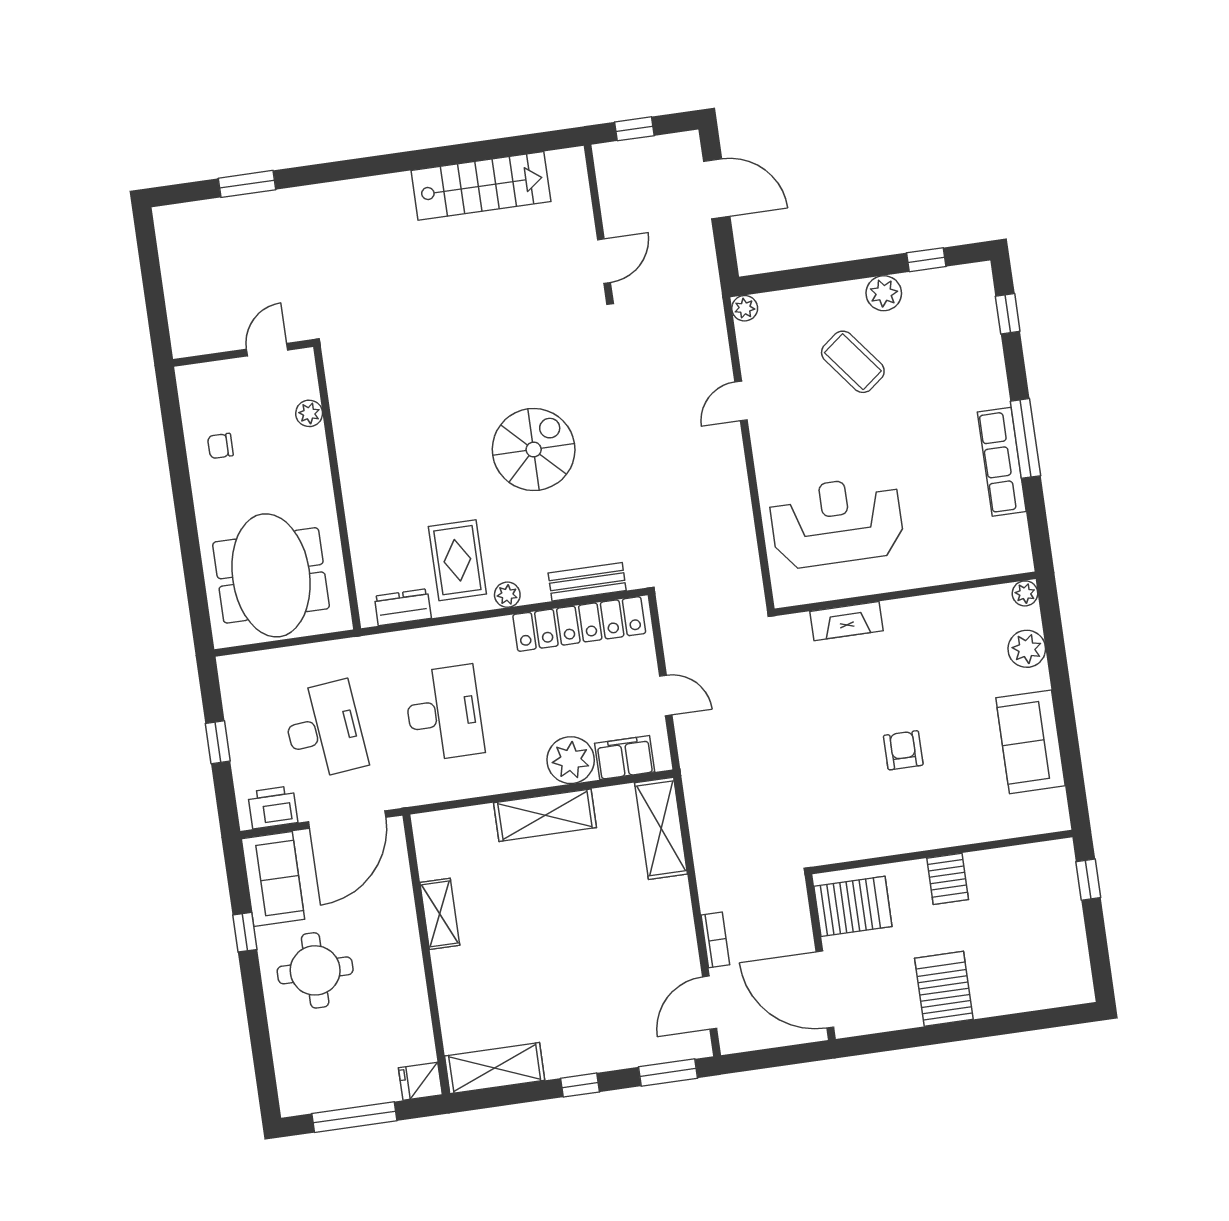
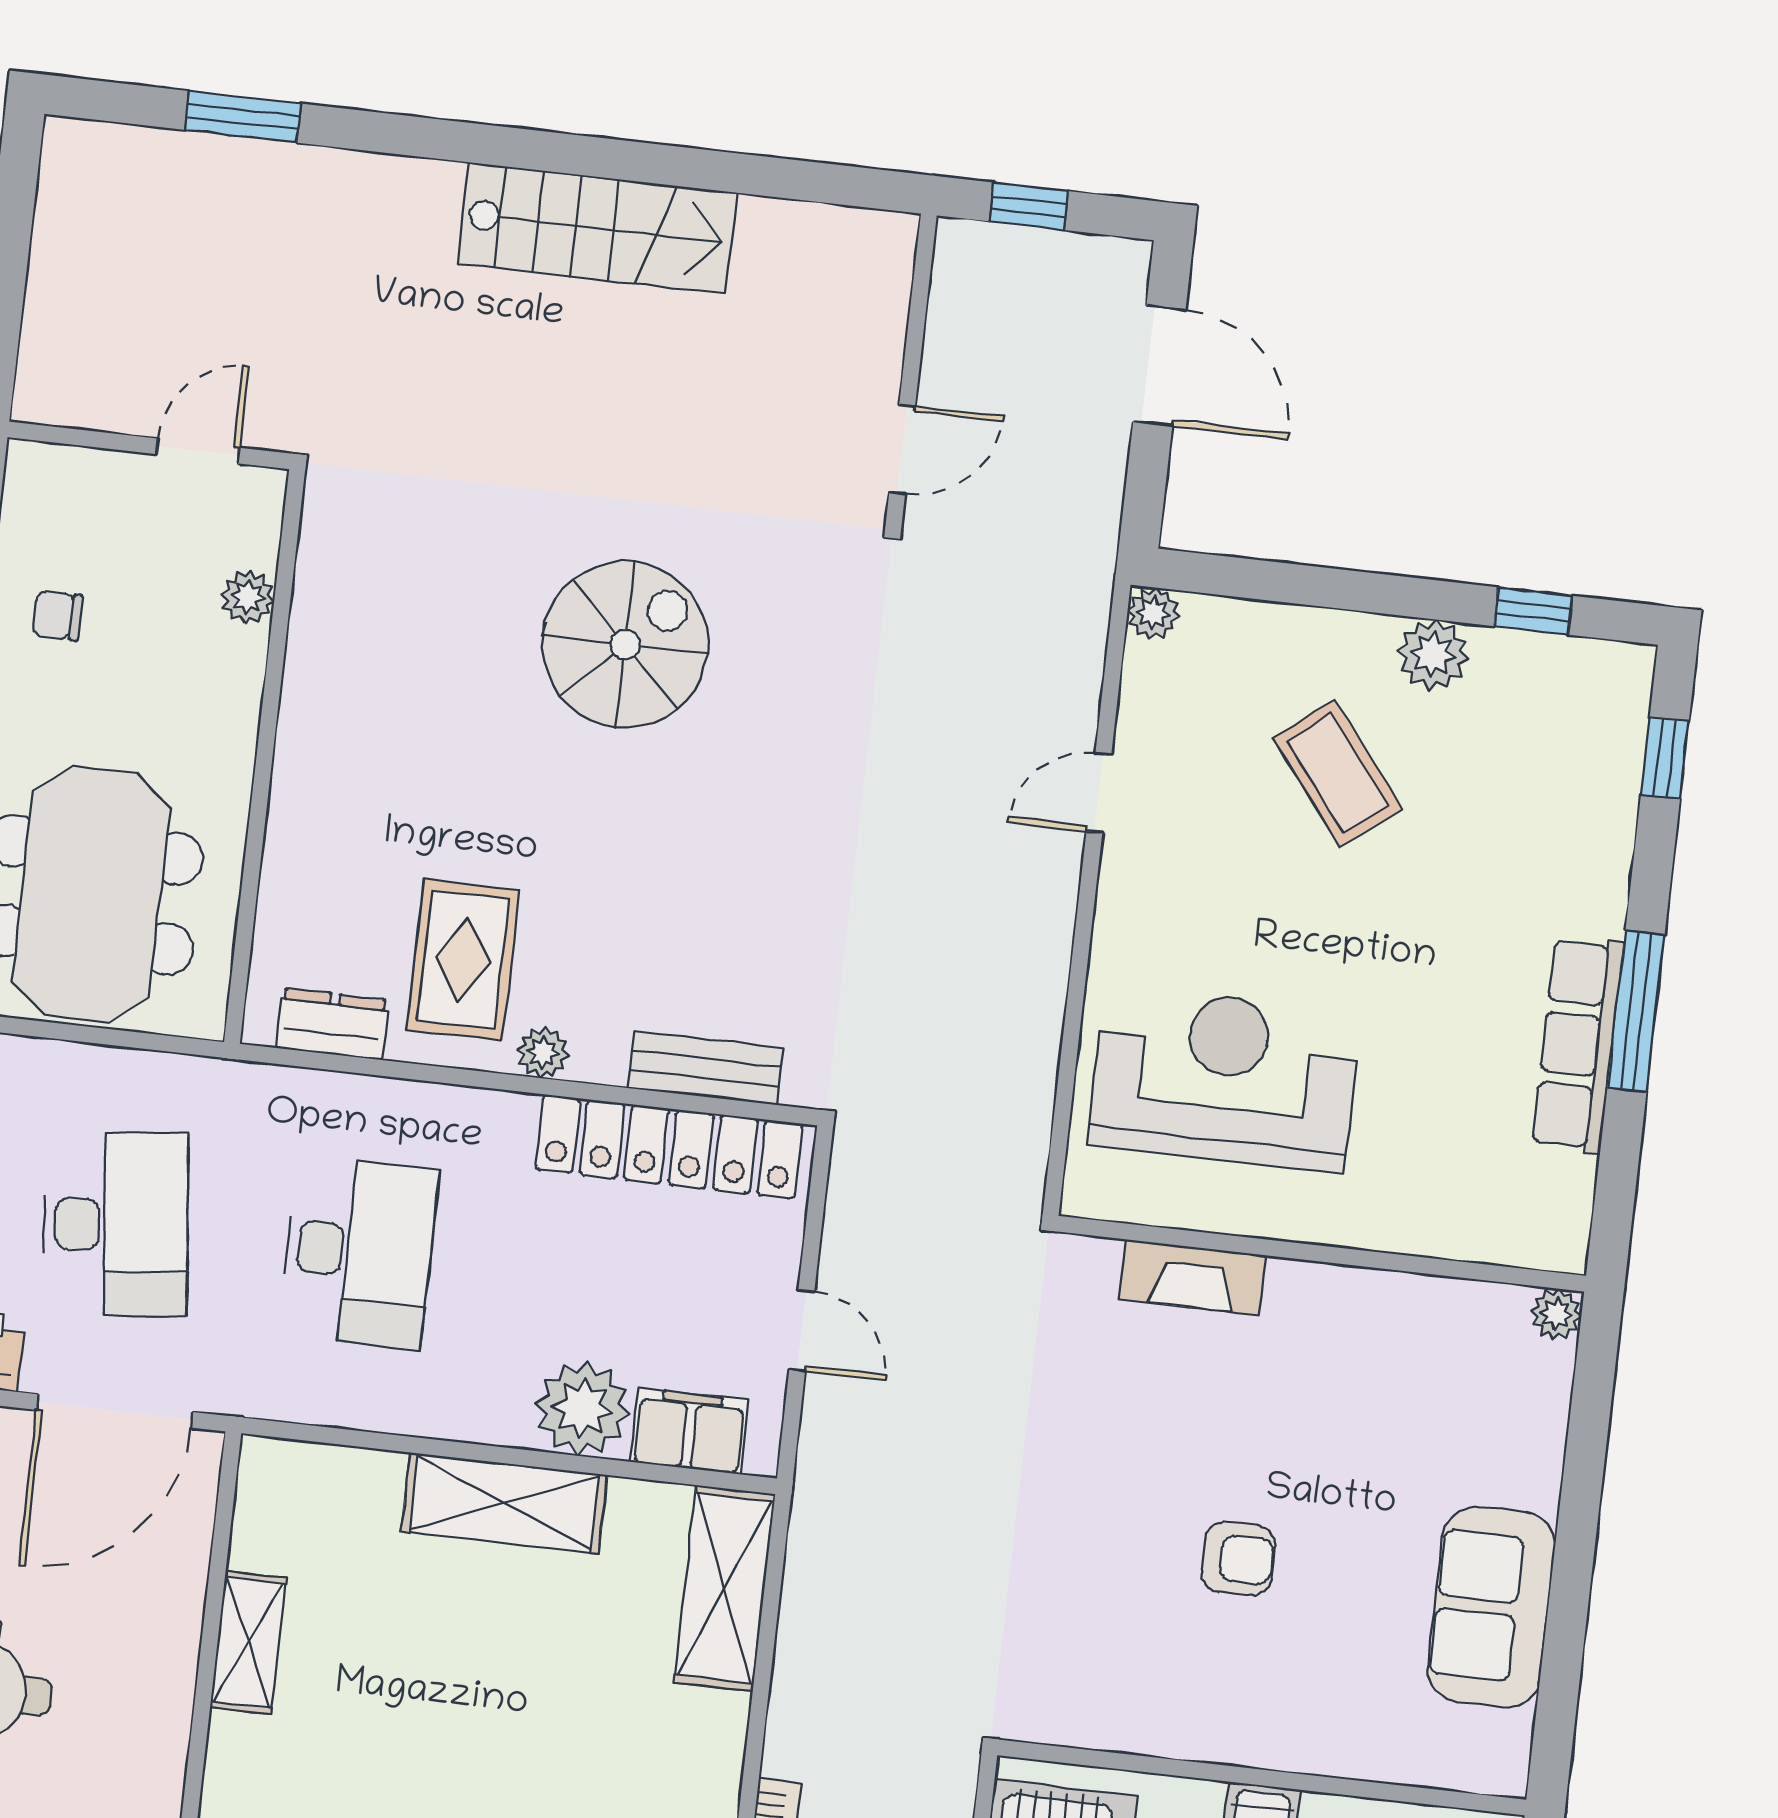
stairs: (481, 186) -> (597, 228), moved
spiral stairs: (534, 450) -> (625, 645), moved
plant: (1027, 649) -> (1531, 1423), removed
armchair: (903, 750) -> (1238, 1559), turned 90

